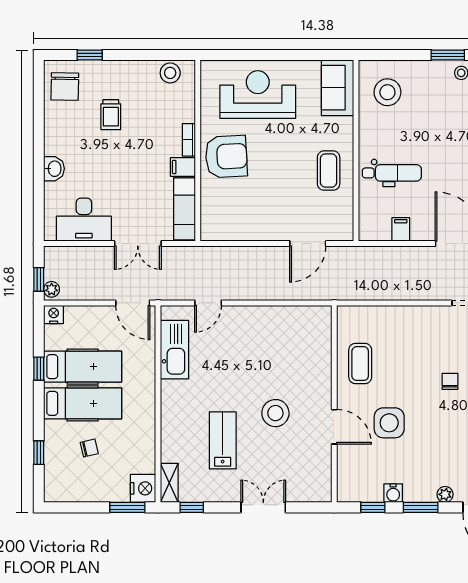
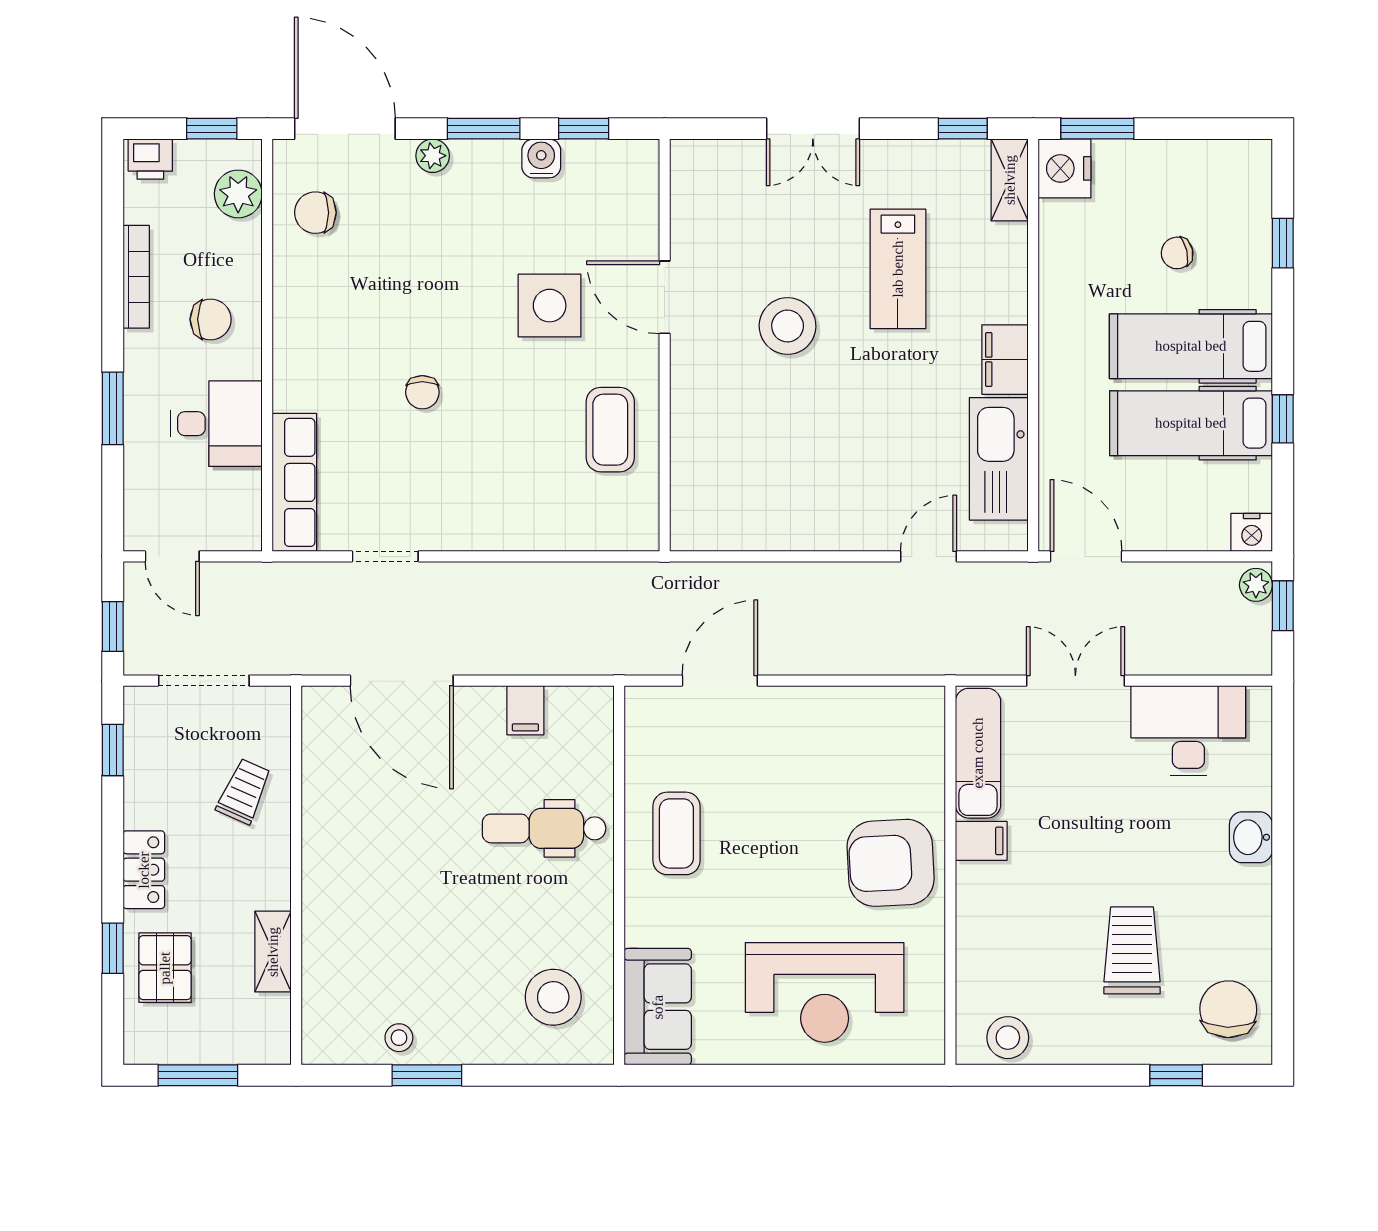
trolley: (111, 115) -> (1132, 950), width x1.36, depth x1.39
bookcase: (189, 140) -> (969, 898), removed
filing cabinet: (172, 397) -> (1005, 360), added

